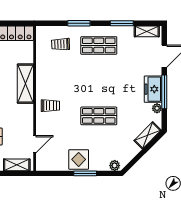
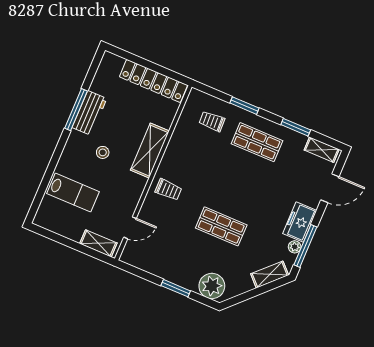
window: (164, 92) -> (305, 246), moved
display table: (79, 159) -> (175, 268), removed
plant: (115, 166) -> (212, 286), width x1.88, depth x1.88

